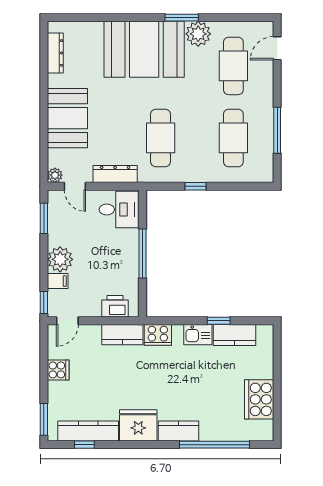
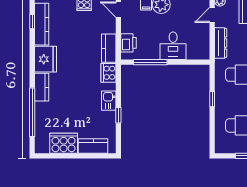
desk: (119, 210) -> (173, 46), moved
window: (143, 254) -> (150, 62), moved
kitchen counter: (234, 335) -> (93, 146), moved, turned 90

